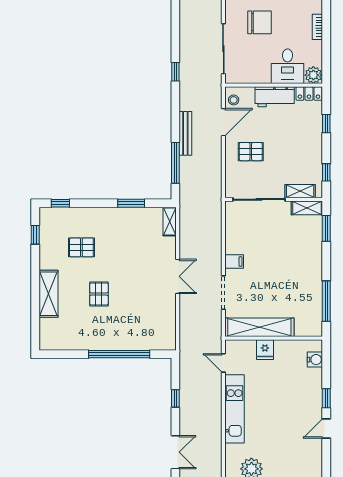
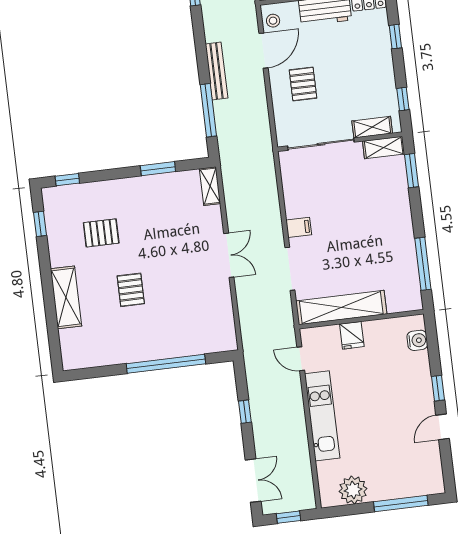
pallet: (251, 152) -> (303, 84), turned 90

